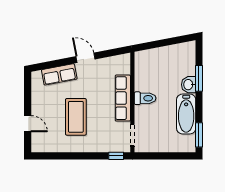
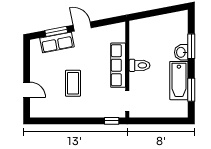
window: (59, 63) -> (56, 31), added
coffee table: (76, 117) -> (73, 83), width x0.73, depth x0.76
window: (199, 135) -> (191, 90), moved

